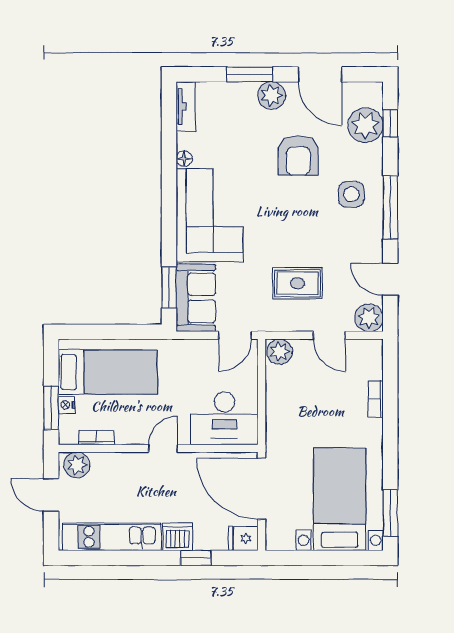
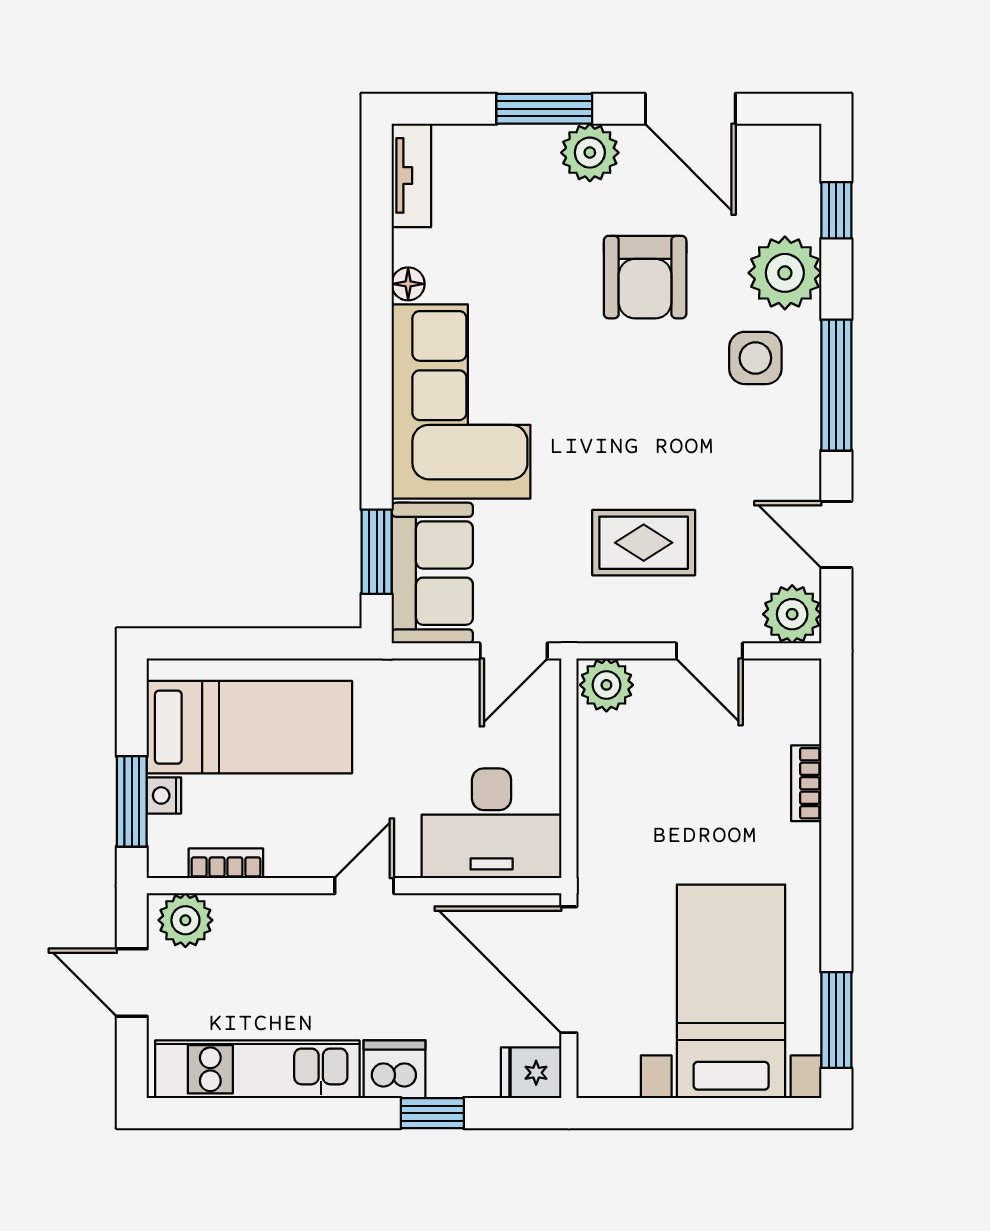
plant: (365, 125) -> (785, 273), moved

